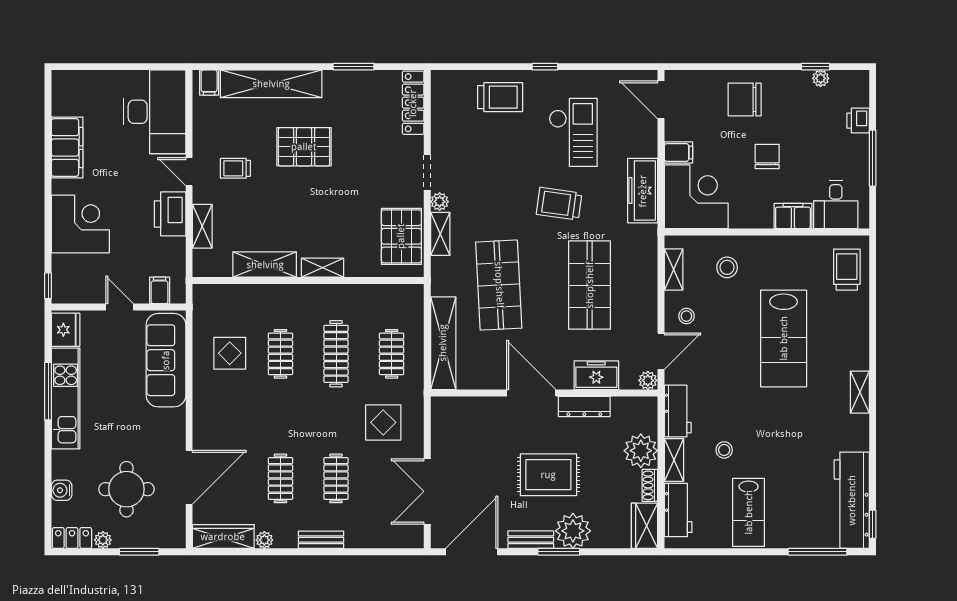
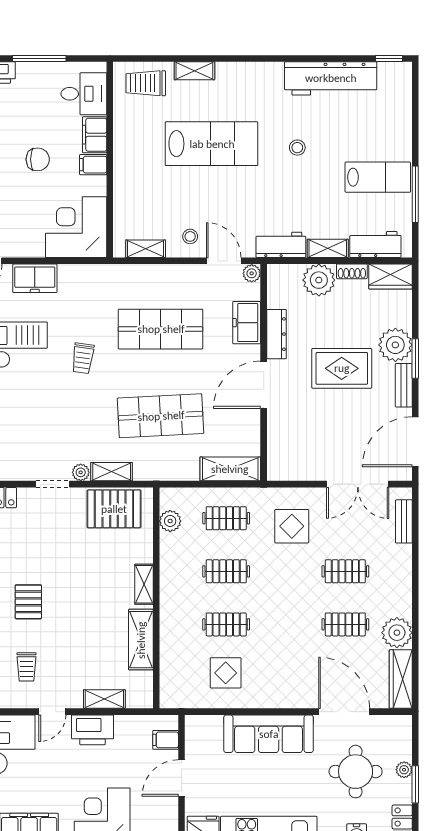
pallet: (304, 147) -> (28, 602), width x0.67, depth x0.71
filing cabinet: (678, 153) -> (93, 165), moved, turned -90
chair: (767, 157) -> (38, 159), turned 180
trolley: (235, 168) -> (27, 667), moved
freezer: (643, 191) -> (35, 278), moved, width x0.71
trolley: (559, 204) -> (83, 358), width x0.73, depth x0.72
stool: (727, 267) -> (144, 198), removed
plant: (389, 295) -> (170, 521), added
door: (120, 307) -> (181, 778), width x1.38
shelving: (443, 343) -> (230, 469), width x0.68
clothes rail: (336, 354) -> (226, 571), width x0.73
sofa: (166, 360) -> (269, 734), moved
shelving: (860, 392) -> (194, 71), moved
stool: (724, 450) -> (297, 148), moved
rug: (548, 475) -> (342, 368), turned 90
workbench: (852, 500) -> (331, 78), moved
plant: (103, 540) -> (404, 770), moved
plant: (264, 540) -> (397, 633), width x1.88, depth x1.88
bench: (321, 540) -> (404, 521), moved
window: (139, 552) -> (415, 784), moved
door: (472, 552) -> (415, 442), hinge flipped
window: (818, 552) -> (415, 194), moved

